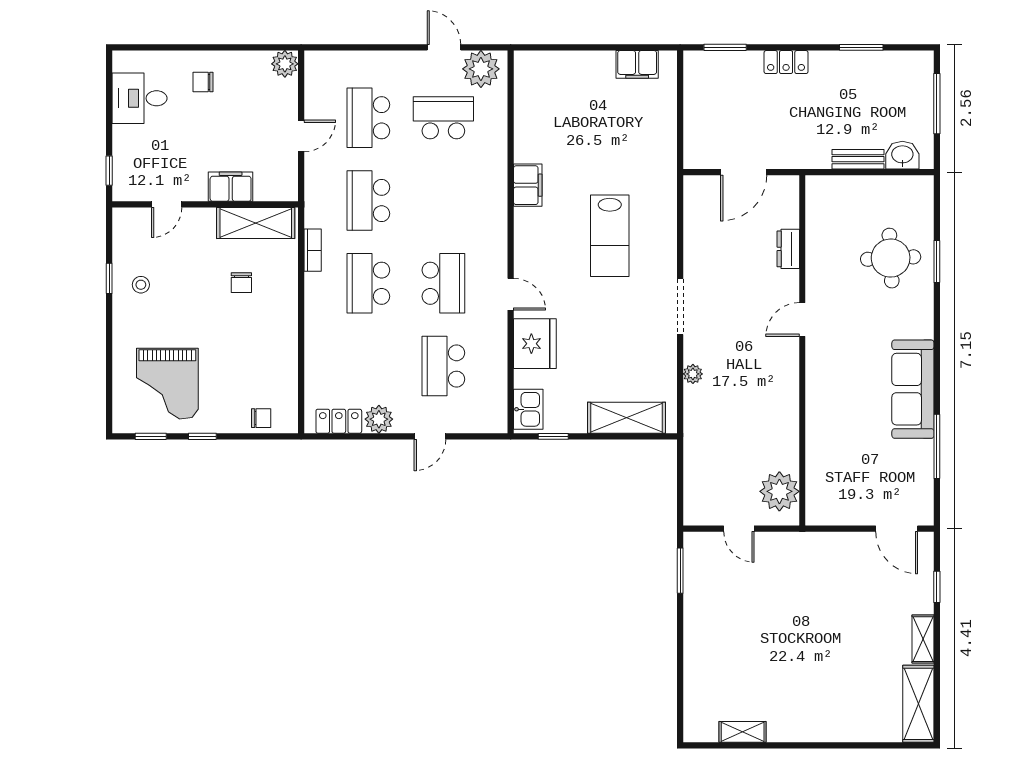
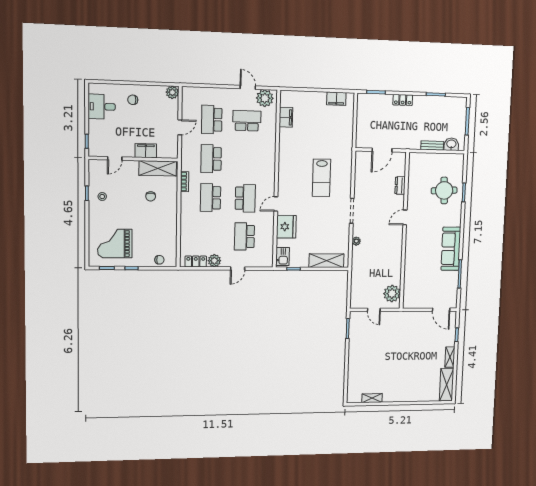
filing cabinet: (528, 185) -> (286, 117), moved
door: (511, 294) -> (276, 204), swing flipped
grand piano: (167, 384) -> (115, 243), turned 90

